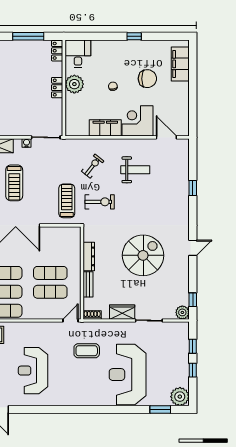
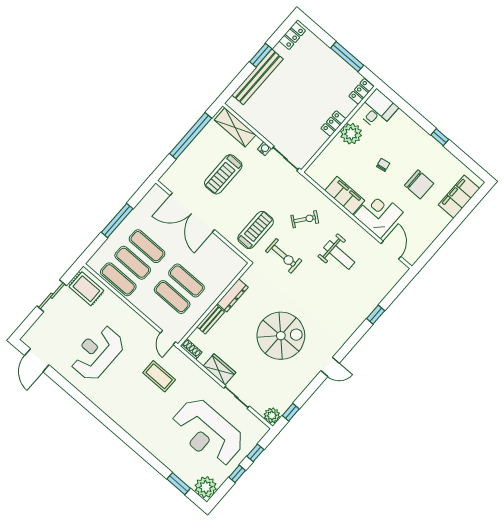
door: (70, 320) -> (168, 337), swing flipped
reception desk: (128, 375) -> (208, 432), moved, turned -90

